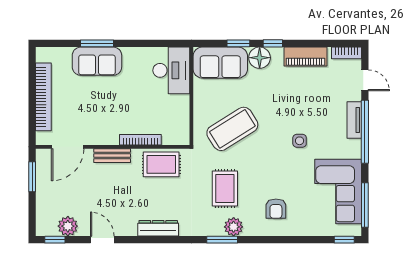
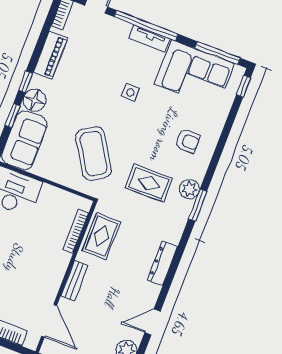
tv unit: (354, 120) -> (149, 39), moved
bookcase: (140, 140) -> (76, 231), moved

